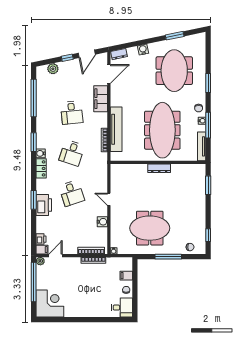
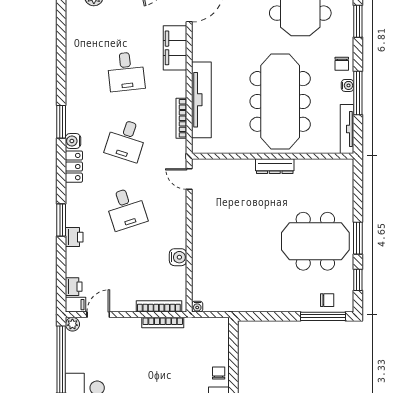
window: (34, 98) -> (61, 47), removed
window: (208, 185) -> (358, 238), moved
door: (109, 199) -> (189, 179), moved
printer: (44, 205) -> (74, 237), width x0.53, depth x0.68
meeting table: (150, 228) -> (315, 241), moved
window: (168, 257) -> (323, 316), moved
filing cabinet: (126, 276) -> (219, 349), removed

